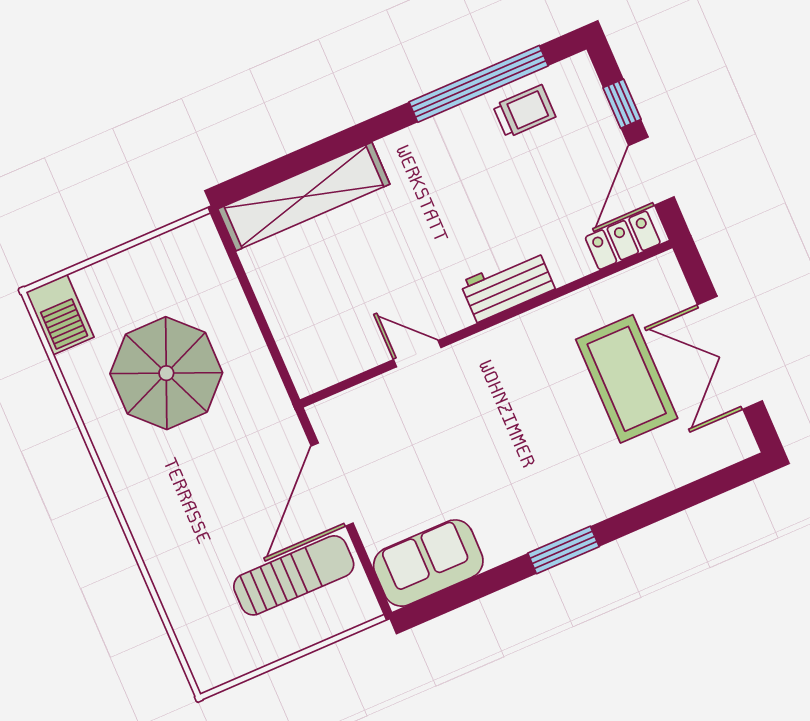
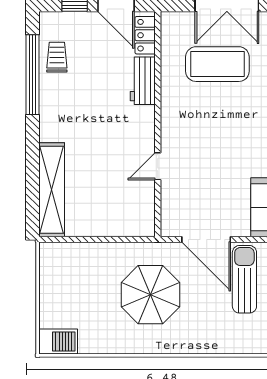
workbench: (508, 286) -> (143, 81), moved
parasol: (166, 373) -> (150, 295), moved

